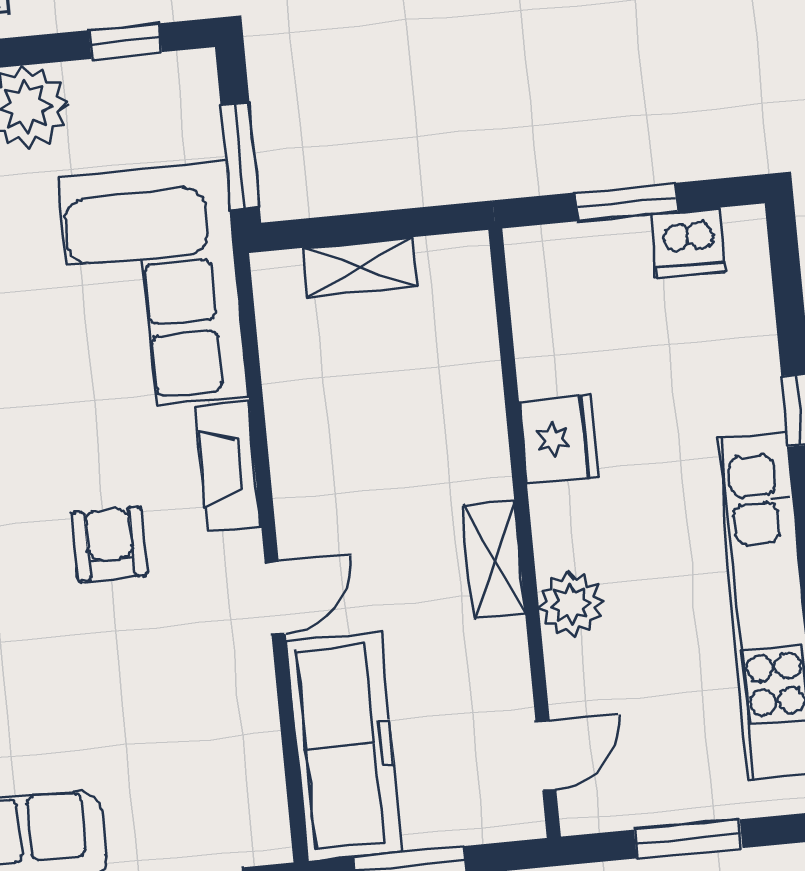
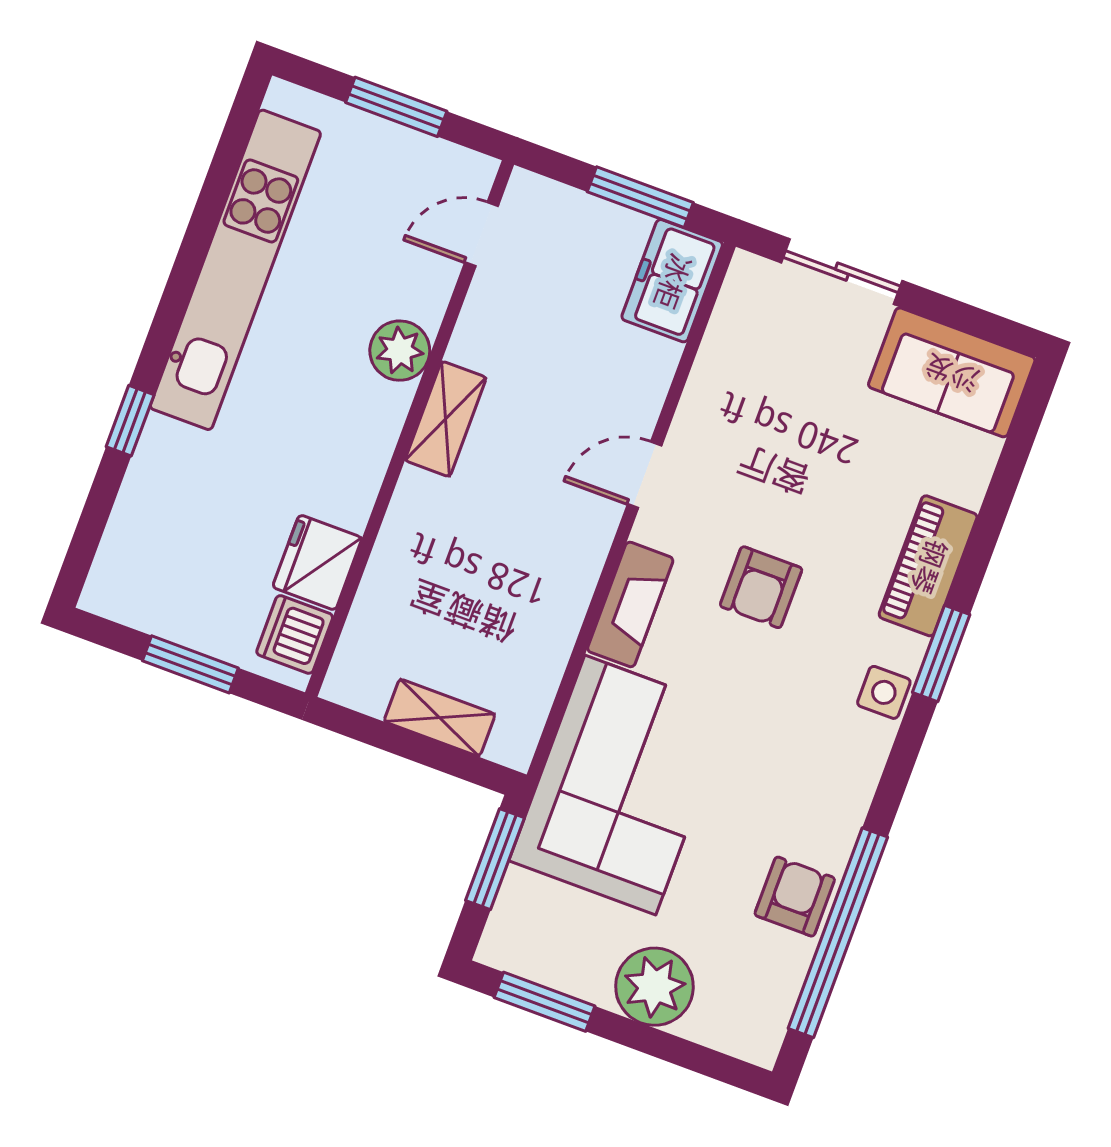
window: (125, 41) -> (545, 1002), width x1.50
dishwasher: (688, 243) -> (295, 634), moved, turned -90
fridge: (559, 439) -> (317, 562), moved
freezer: (344, 746) -> (672, 281), width x0.52, depth x0.79

